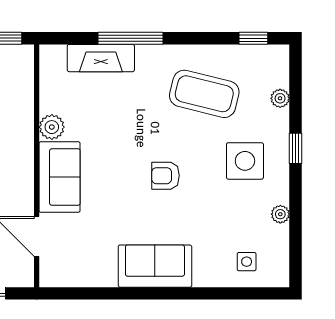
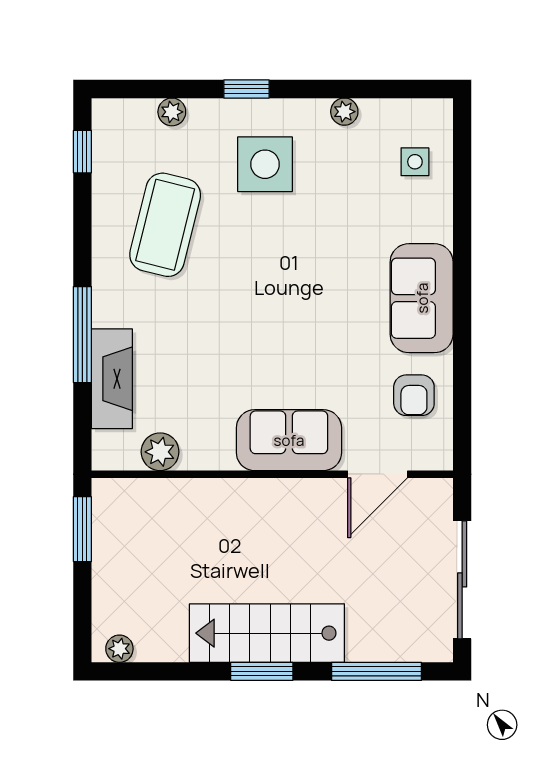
plant: (52, 127) -> (160, 452), moved
armchair: (165, 176) -> (414, 395), moved

